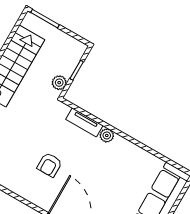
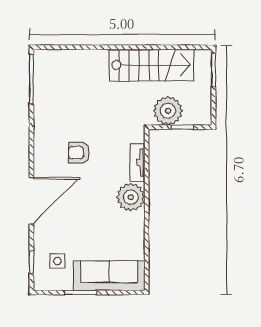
plant: (59, 83) -> (168, 111), width x1.88, depth x1.88
plant: (107, 135) -> (131, 197), width x1.88, depth x1.88

